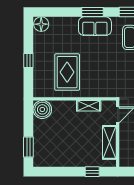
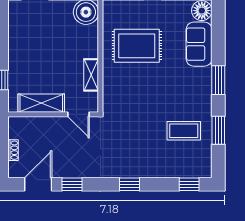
sofa: (95, 26) -> (199, 44), moved

